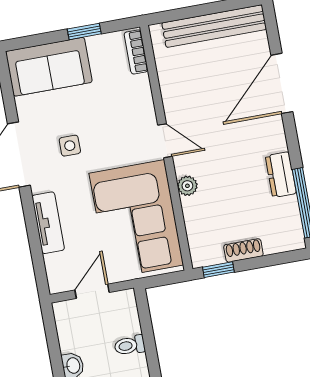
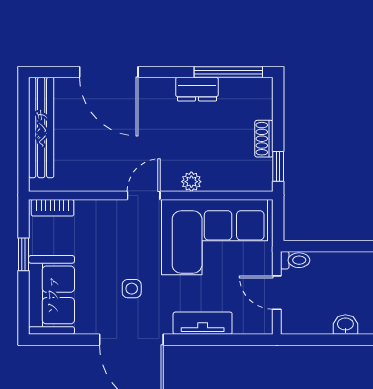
toilet: (130, 345) -> (295, 260), moved, turned -90

